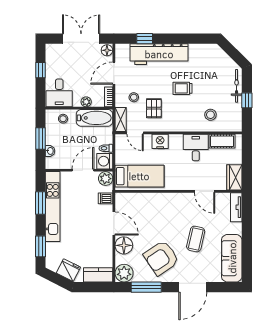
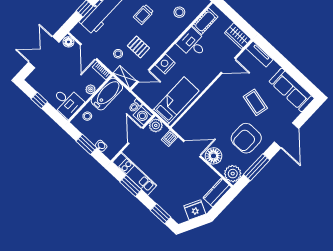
kitchen unit: (53, 207) -> (135, 174), width x0.73
armchair: (161, 258) -> (246, 138), turned 34

